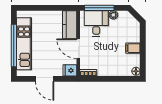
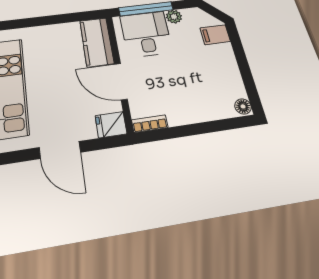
filing cabinet: (133, 48) -> (215, 35), moved

